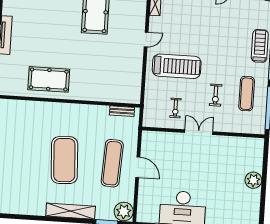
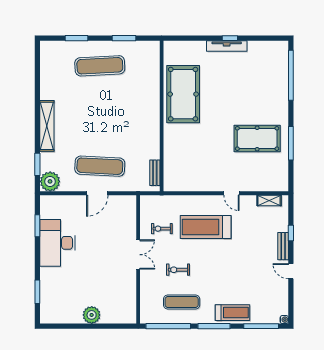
treadmill: (177, 66) -> (206, 227), turned 90
pool table: (49, 79) -> (183, 94), width x1.36, depth x1.32
exercise mat: (64, 160) -> (100, 66), moved, width x0.68

